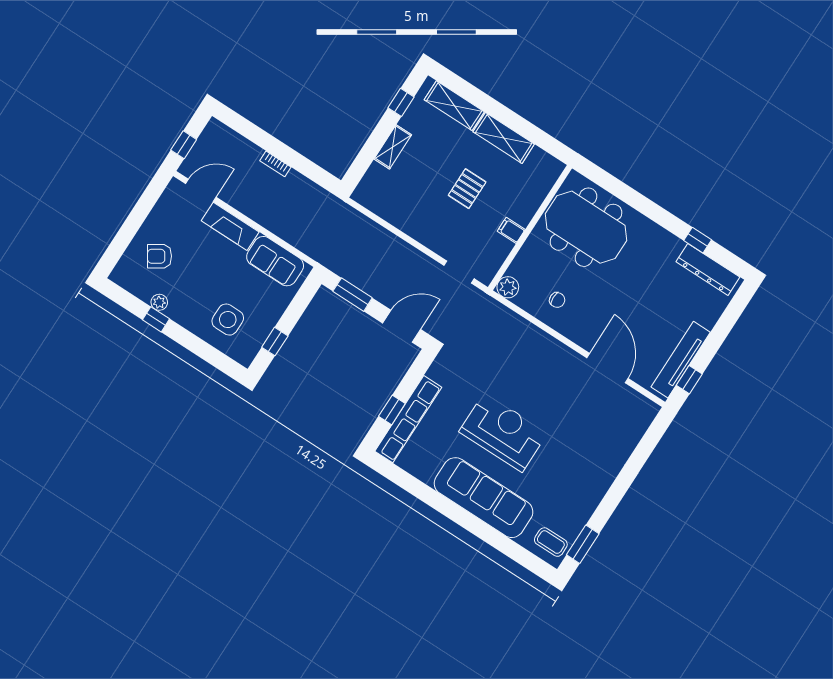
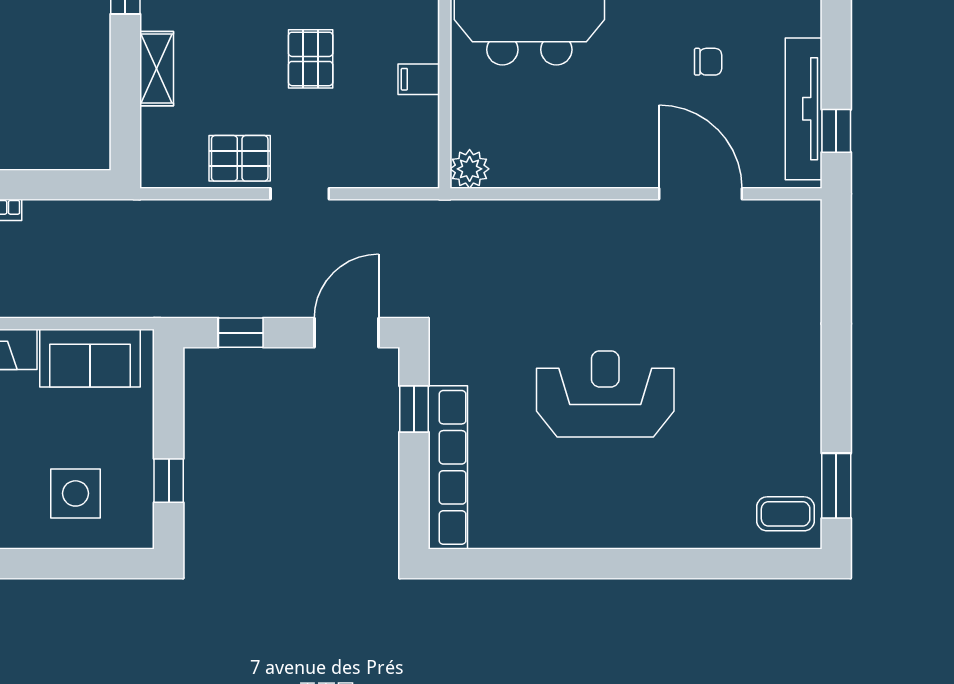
pallet: (404, 213) -> (240, 158), added
doorway: (459, 272) -> (300, 194), moved
window: (353, 295) -> (241, 333), width x0.67
chair: (557, 300) -> (708, 62), moved
window: (392, 410) -> (414, 409), moved
sofa: (484, 498) -> (639, 513), removed

